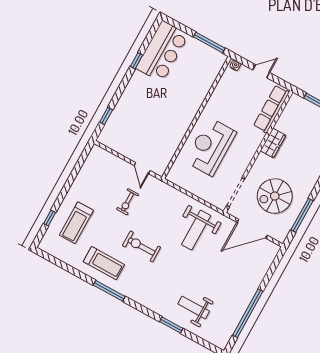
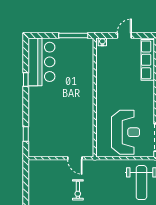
reception desk: (211, 147) -> (126, 132), moved, turned 180

